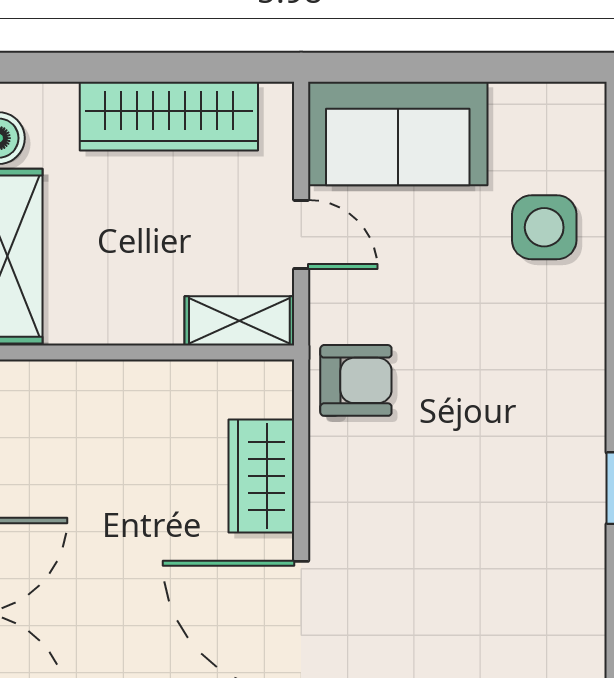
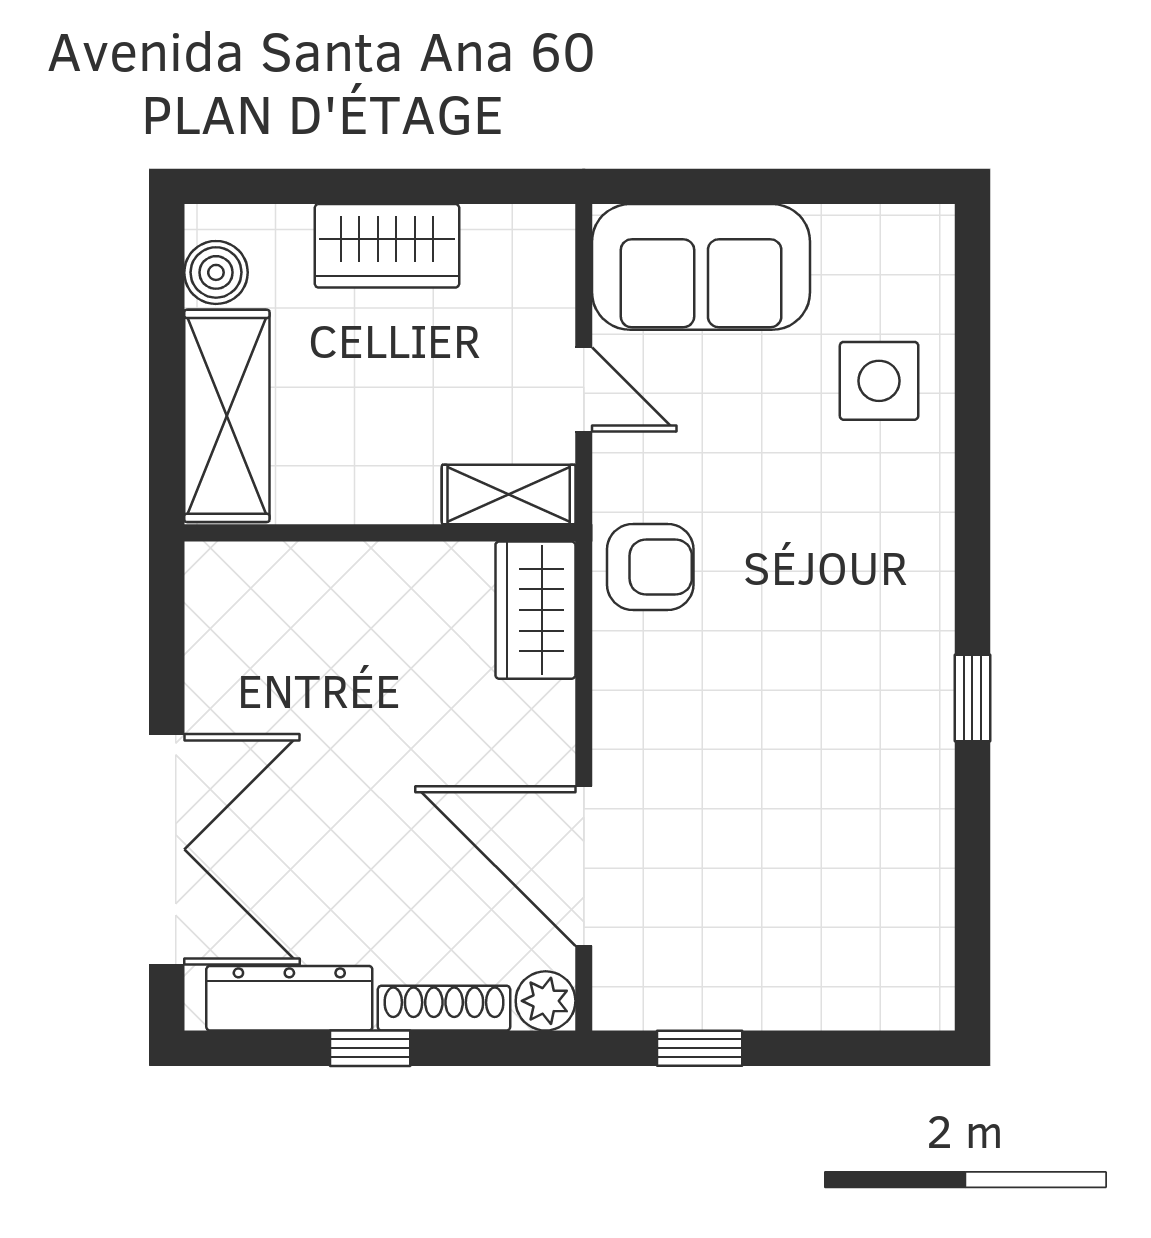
wardrobe: (169, 116) -> (387, 246), width x0.67
wardrobe: (261, 476) -> (535, 610), moved

